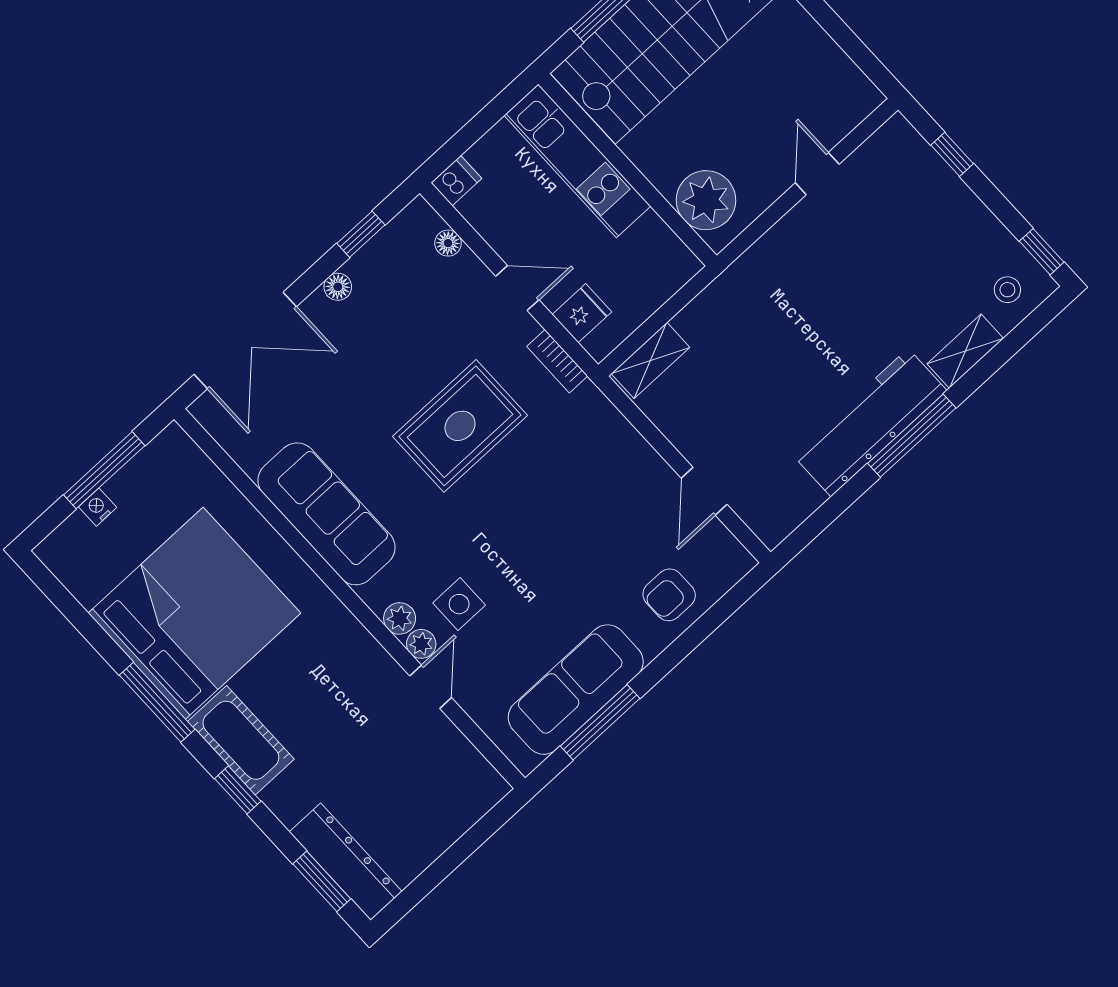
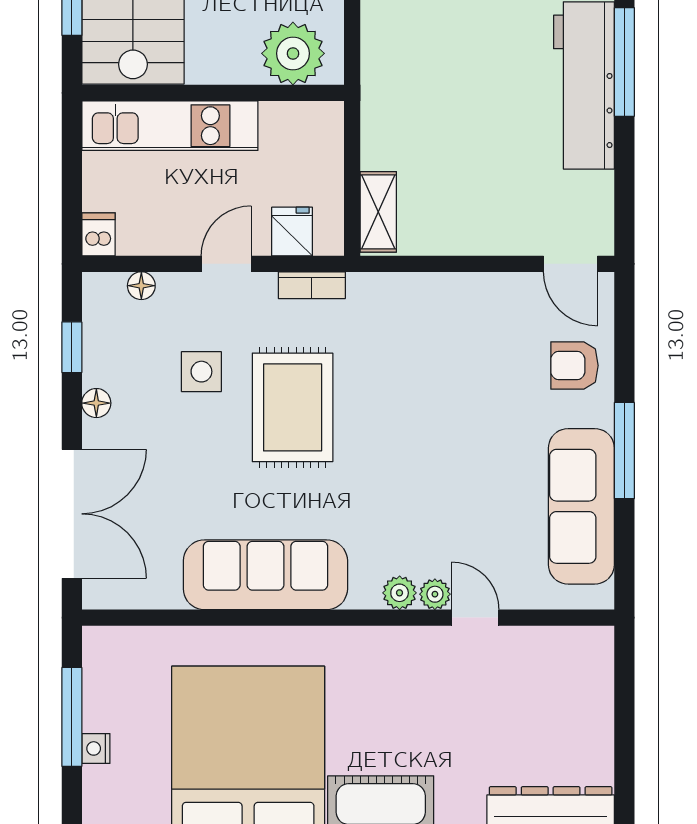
door: (704, 491) -> (570, 264), moved
armchair: (669, 595) -> (574, 366), turned 90
side table: (459, 604) -> (201, 372), moved
window: (600, 722) -> (624, 451), moved

